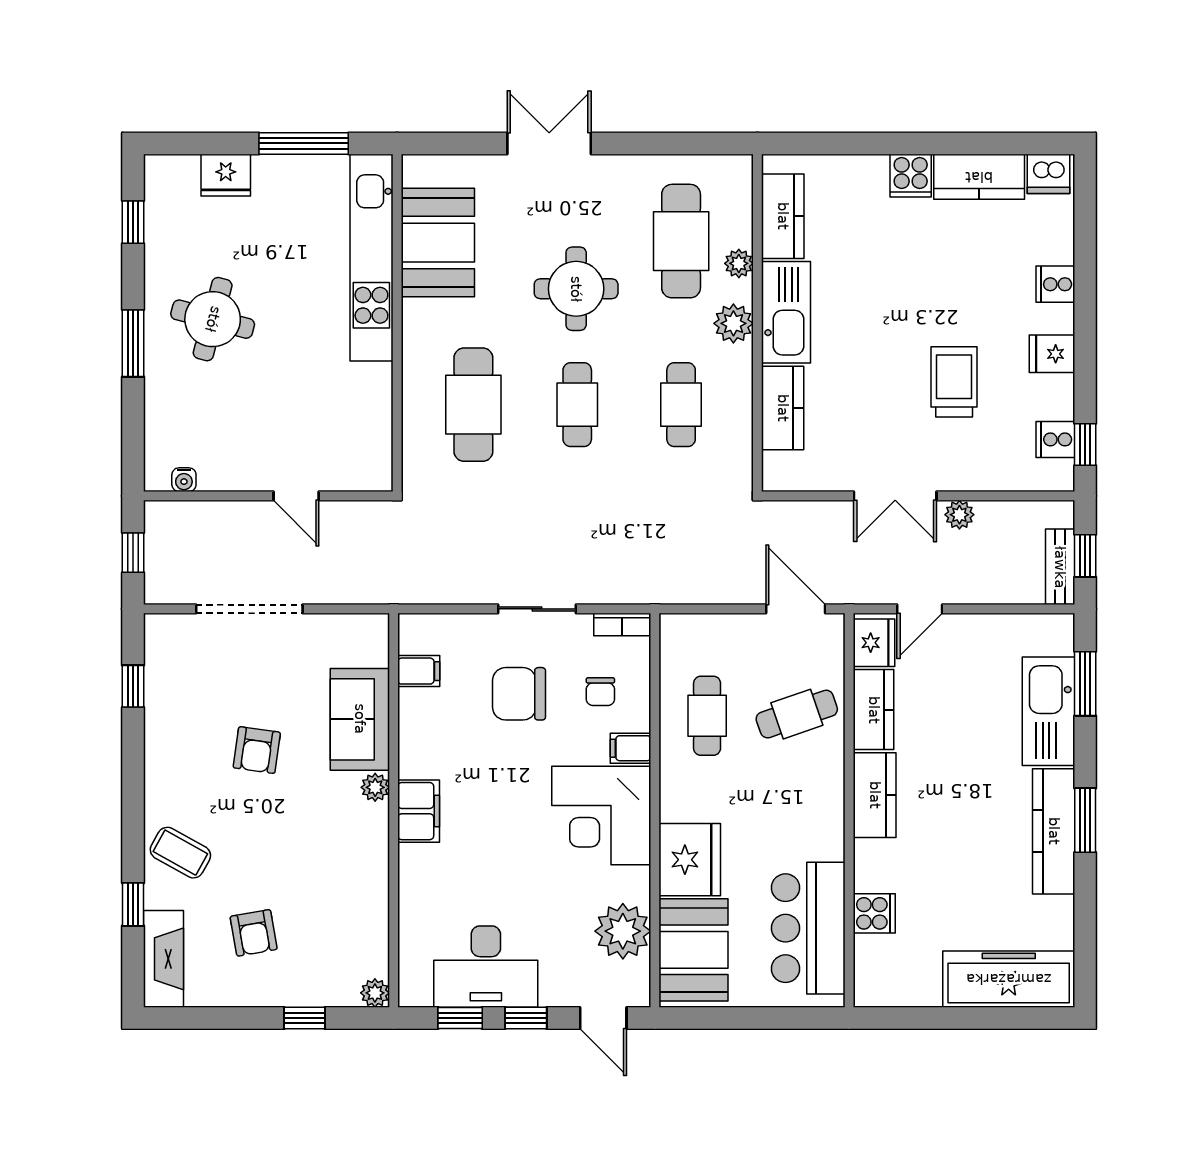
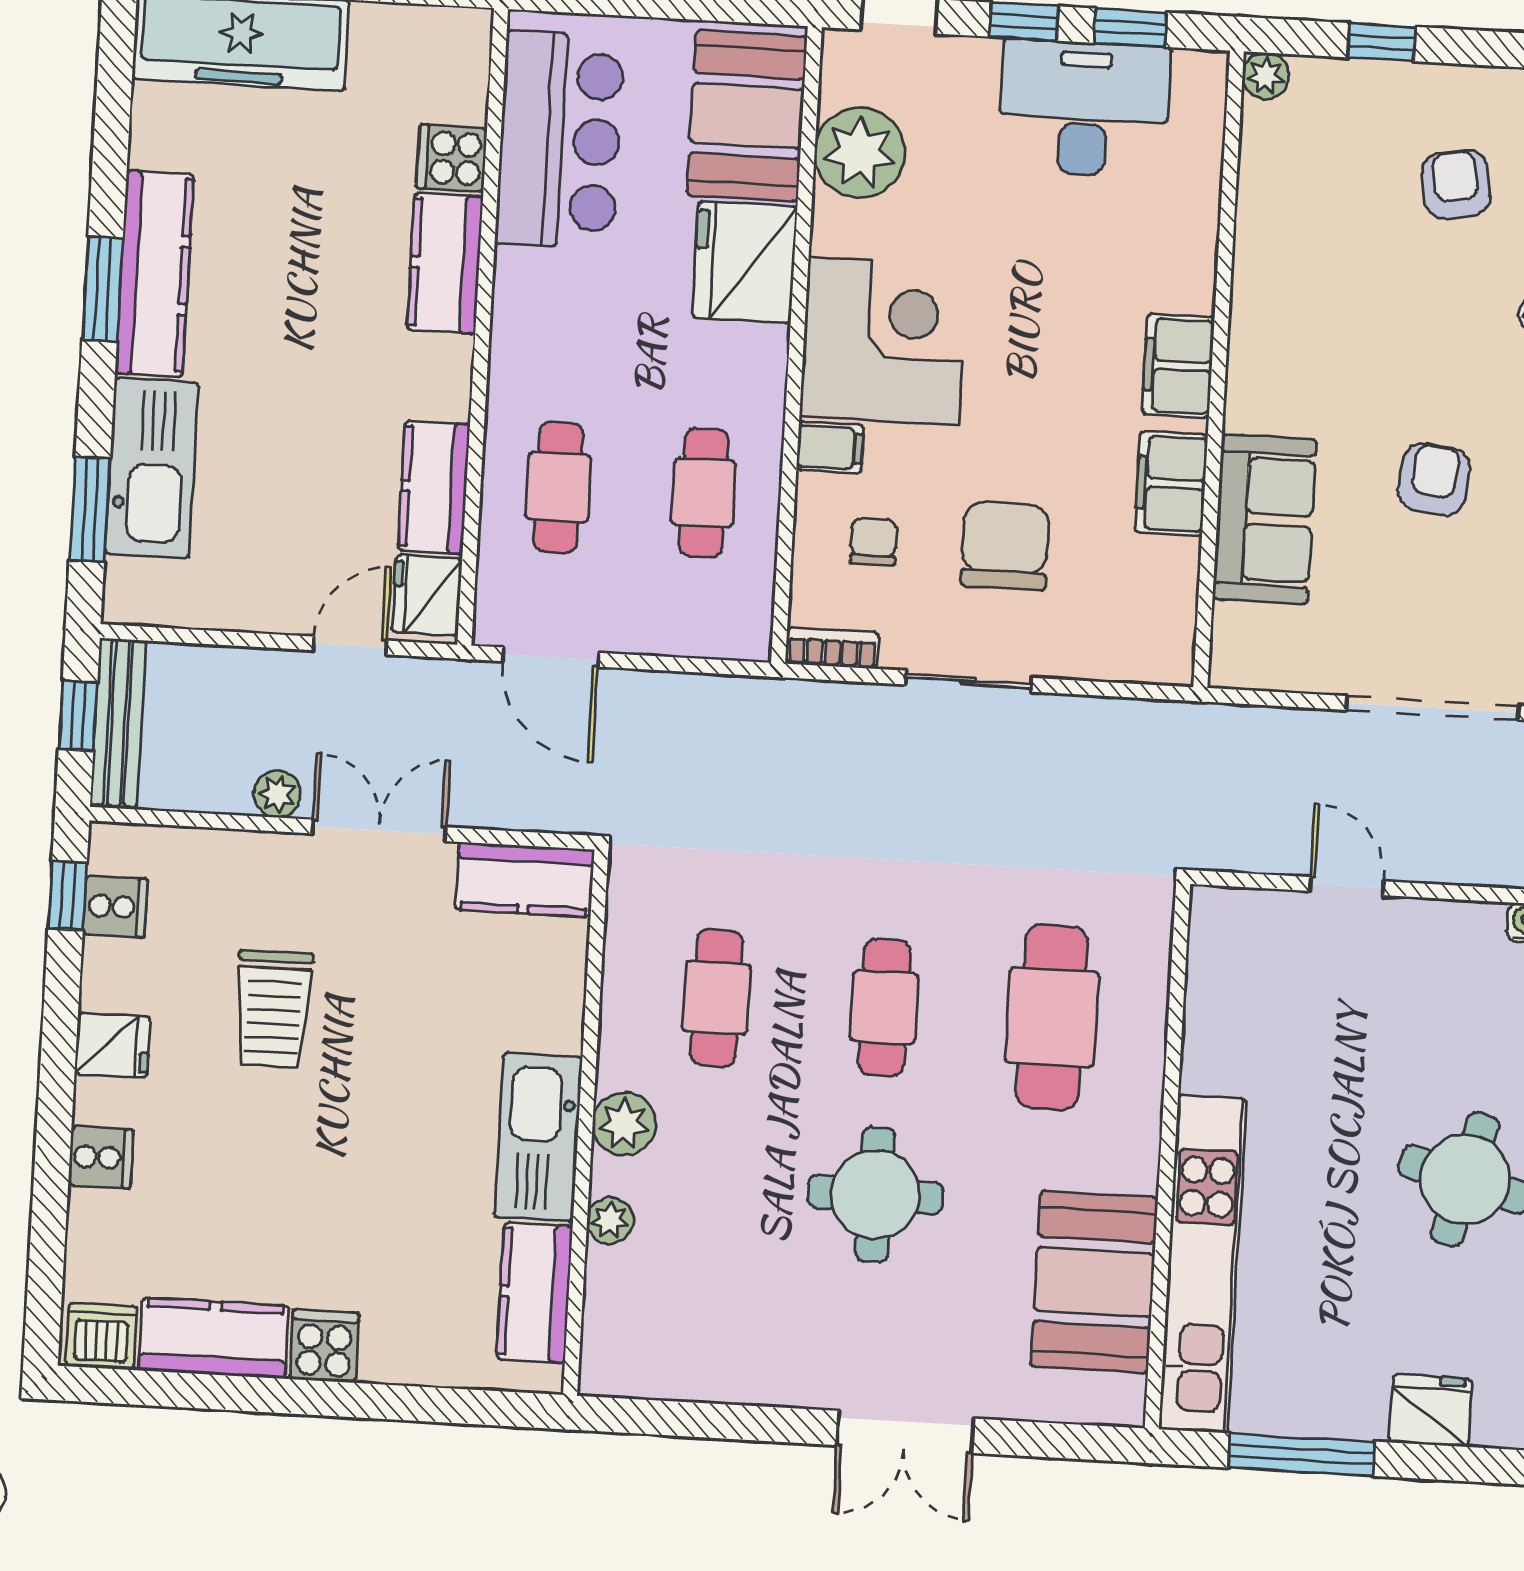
cafe table: (681, 241) -> (701, 1262), removed
kitchen counter: (783, 408) -> (525, 880), moved, turned -90
bench: (1060, 567) -> (118, 723), width x1.36
filing cabinet: (419, 671) -> (1171, 484), moved, width x2.00
chair: (519, 694) -> (1005, 546), turned -90
cafe table: (797, 714) -> (558, 487), turned -71
plant: (375, 787) -> (1246, 408), removed
kitchen counter: (875, 795) -> (445, 263), moved

